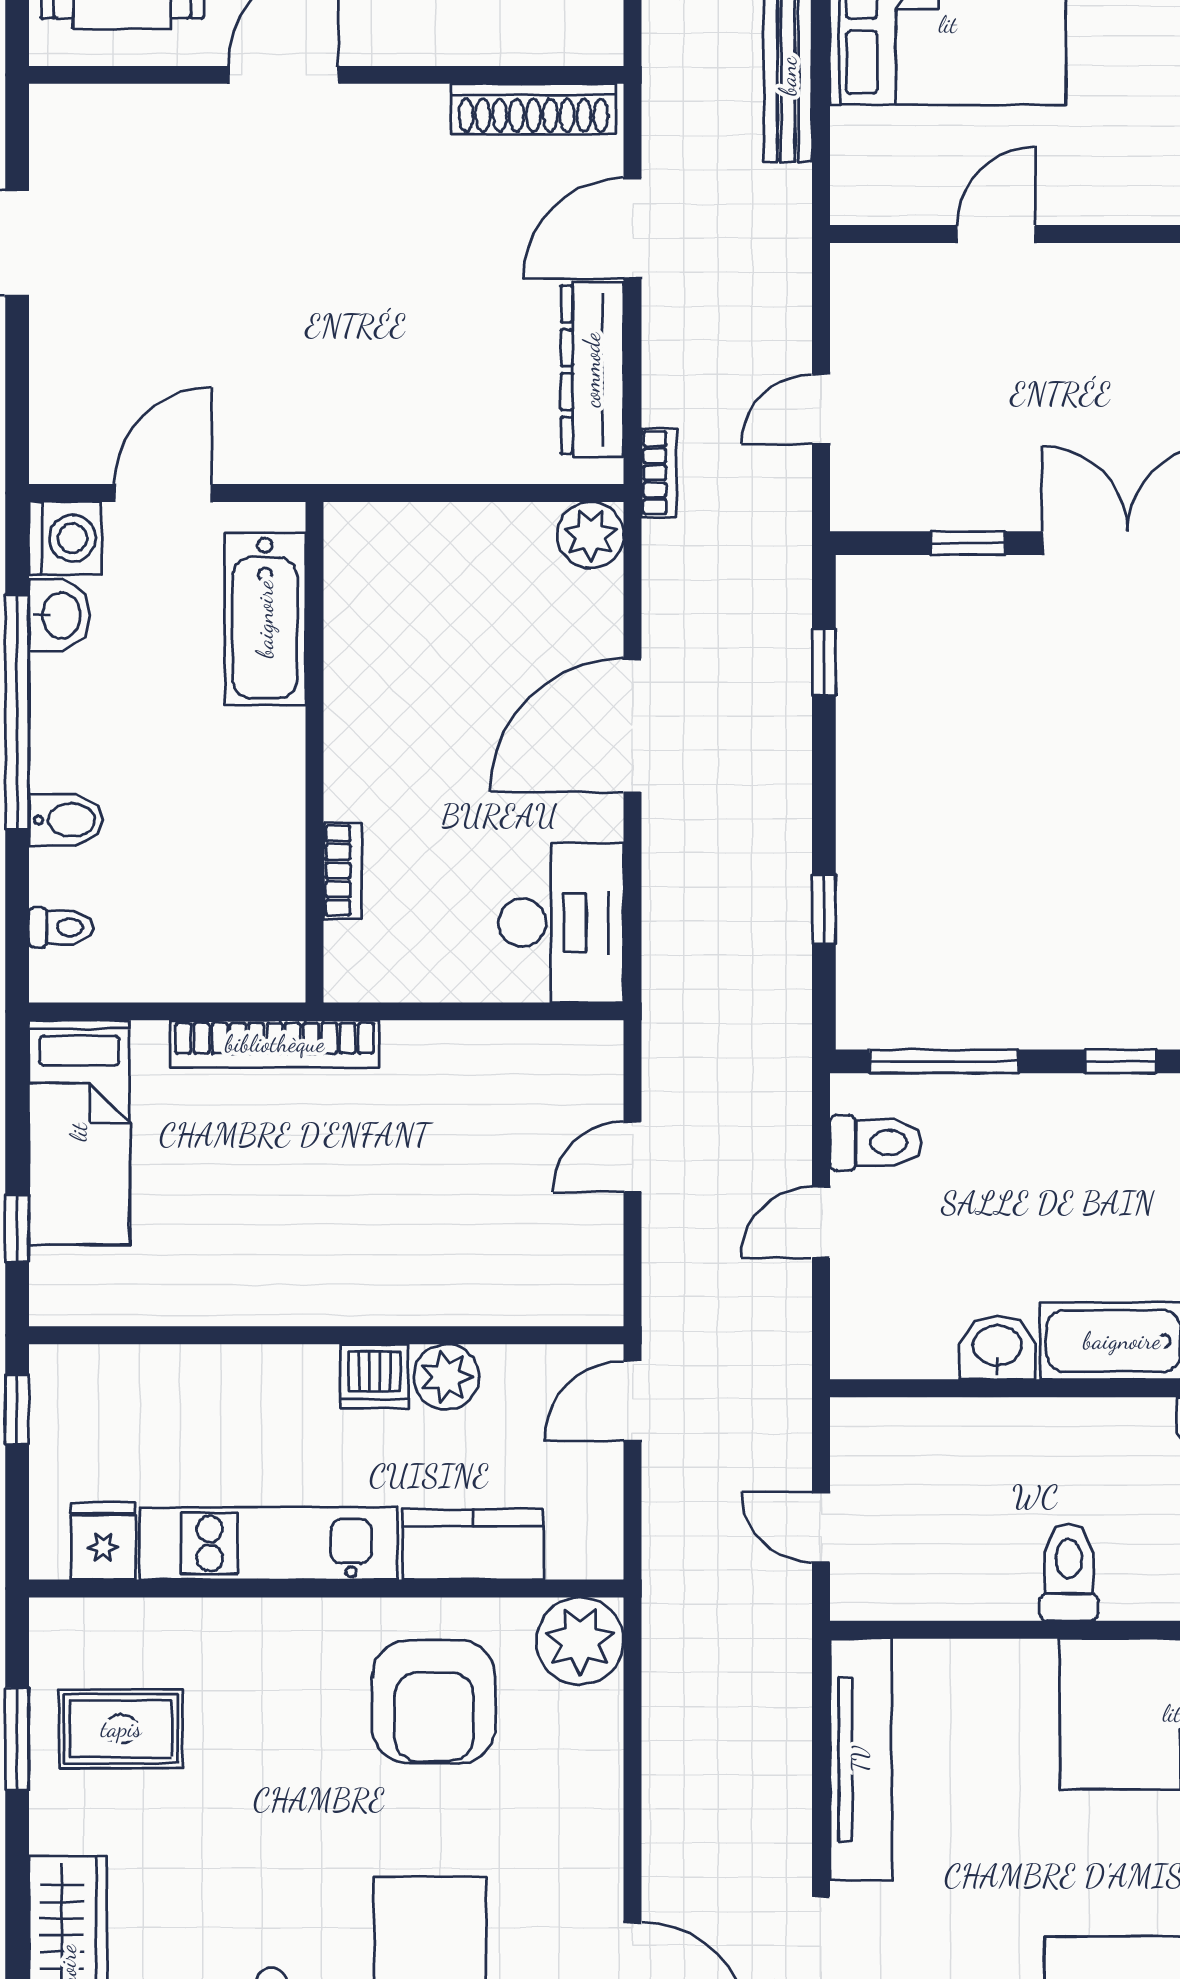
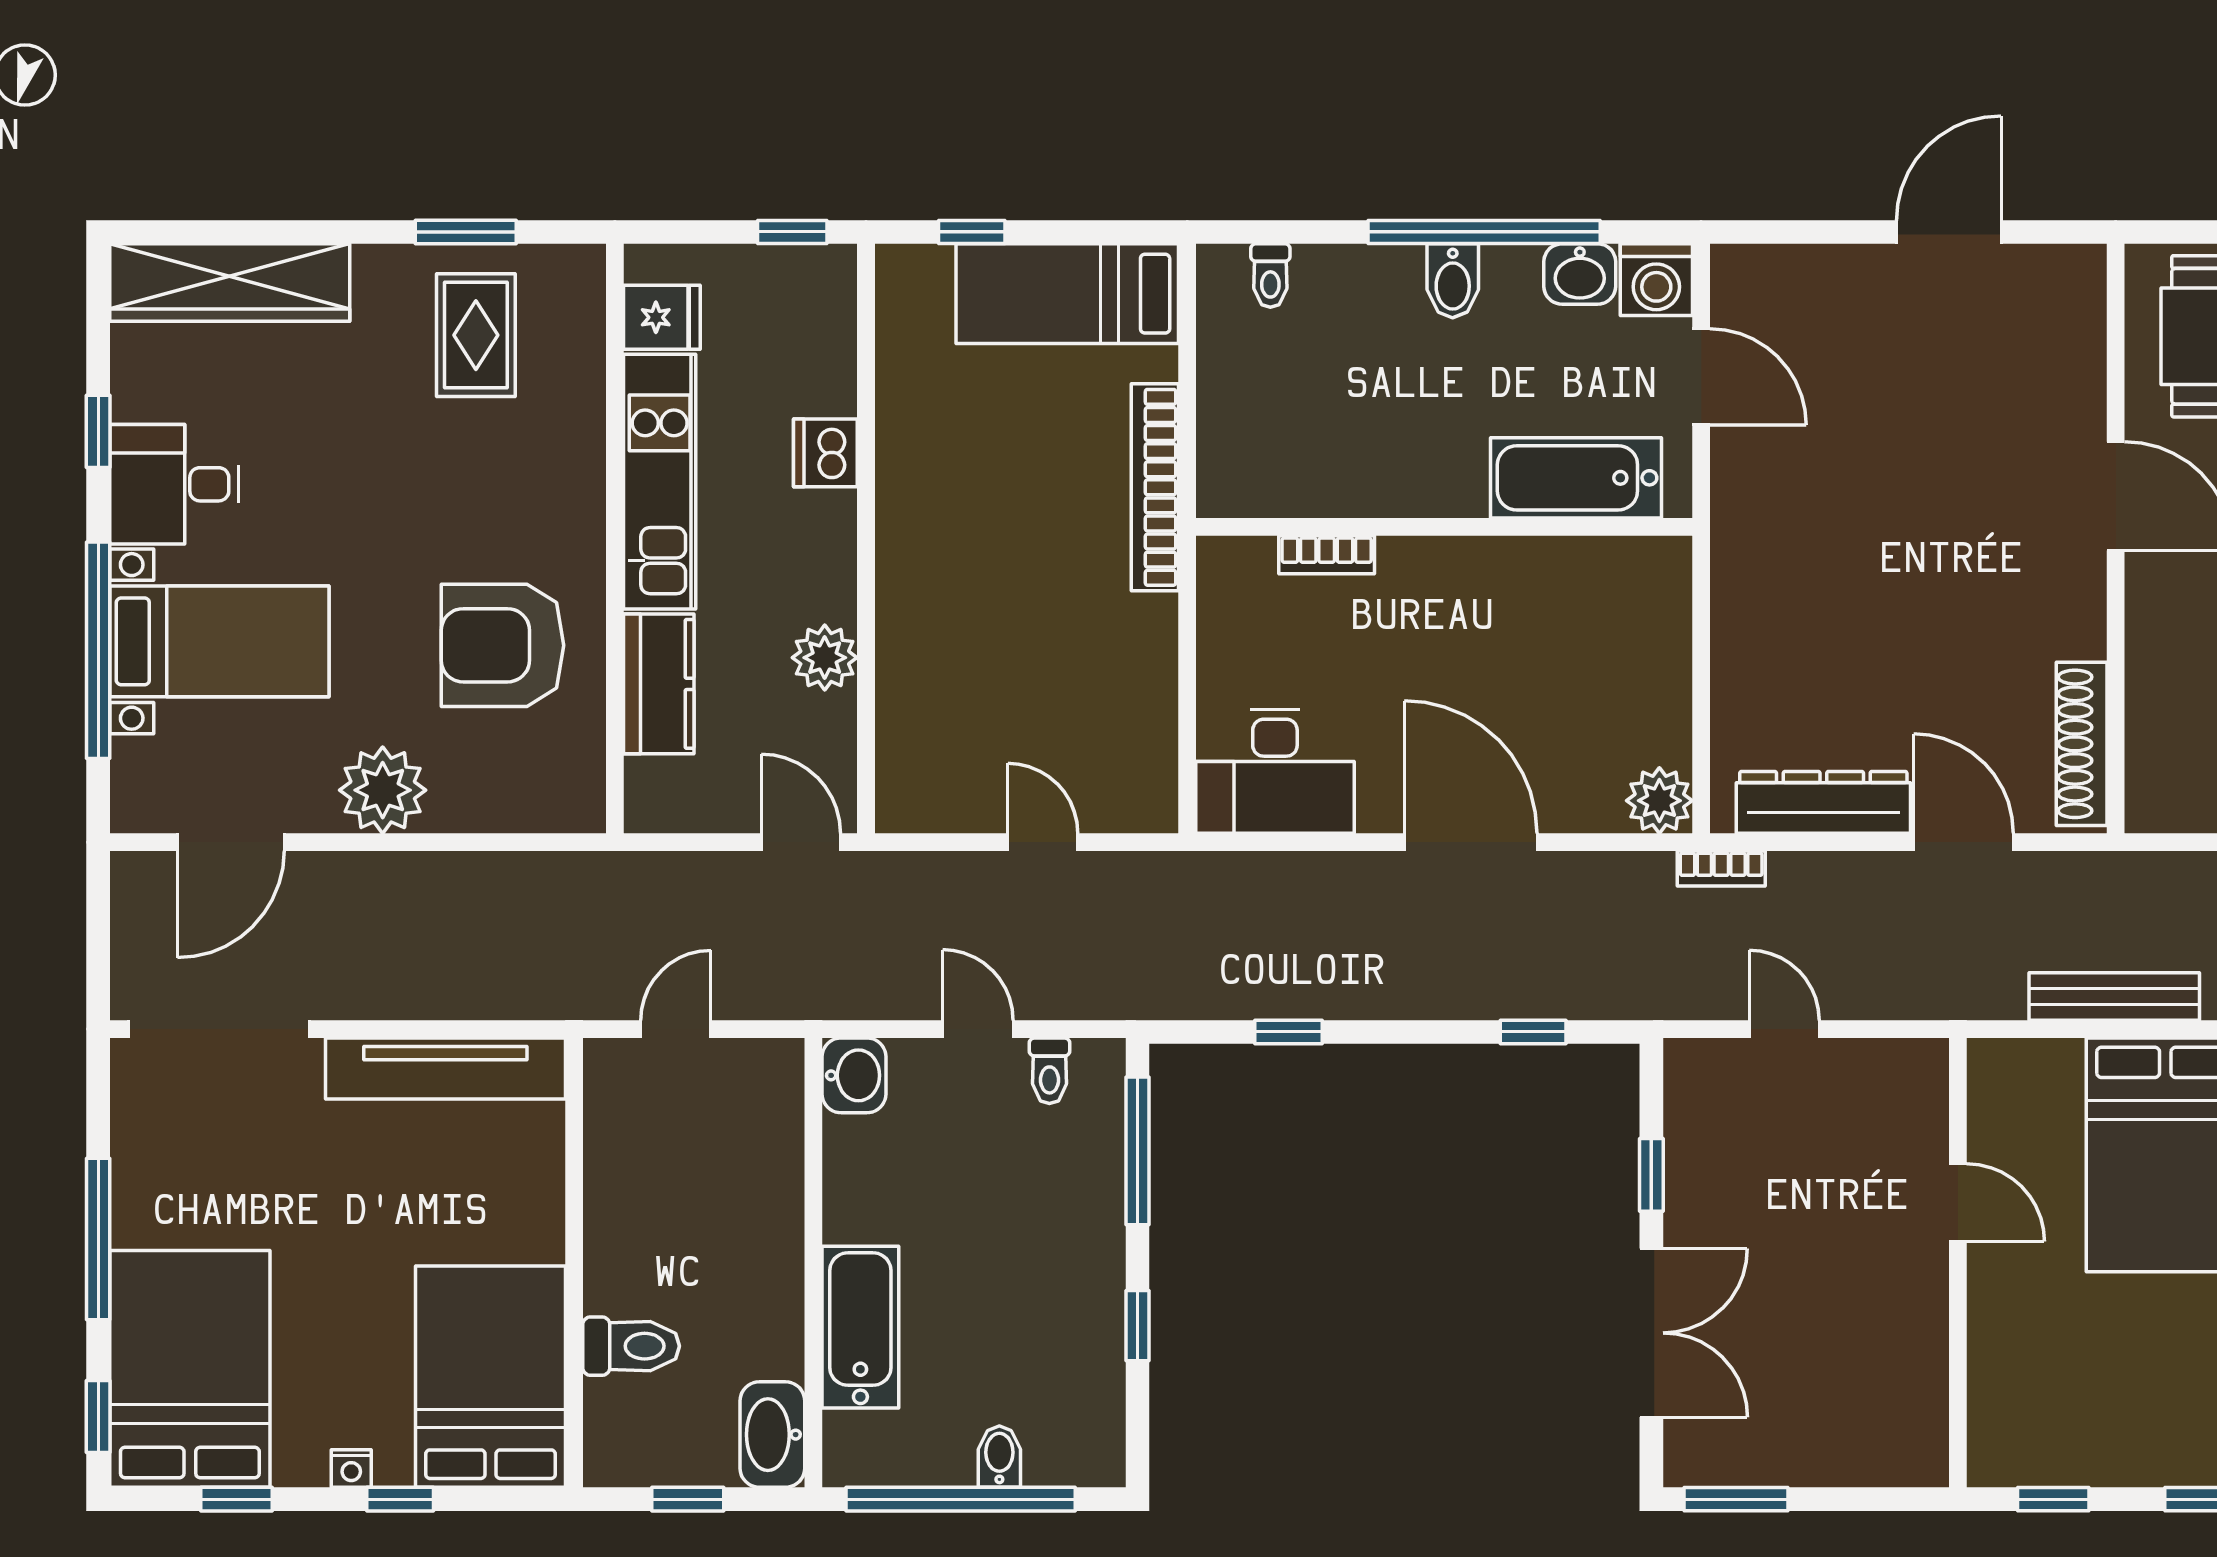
bidet: (66, 820) -> (1453, 281), moved
toilet: (876, 1143) -> (1049, 1071), width x0.73, depth x0.72
washbasin: (997, 1347) -> (854, 1075), moved
dishwasher: (375, 1376) -> (825, 453), moved
toilet: (1069, 1572) -> (631, 1346), moved
plant: (580, 1641) -> (383, 790), moved

